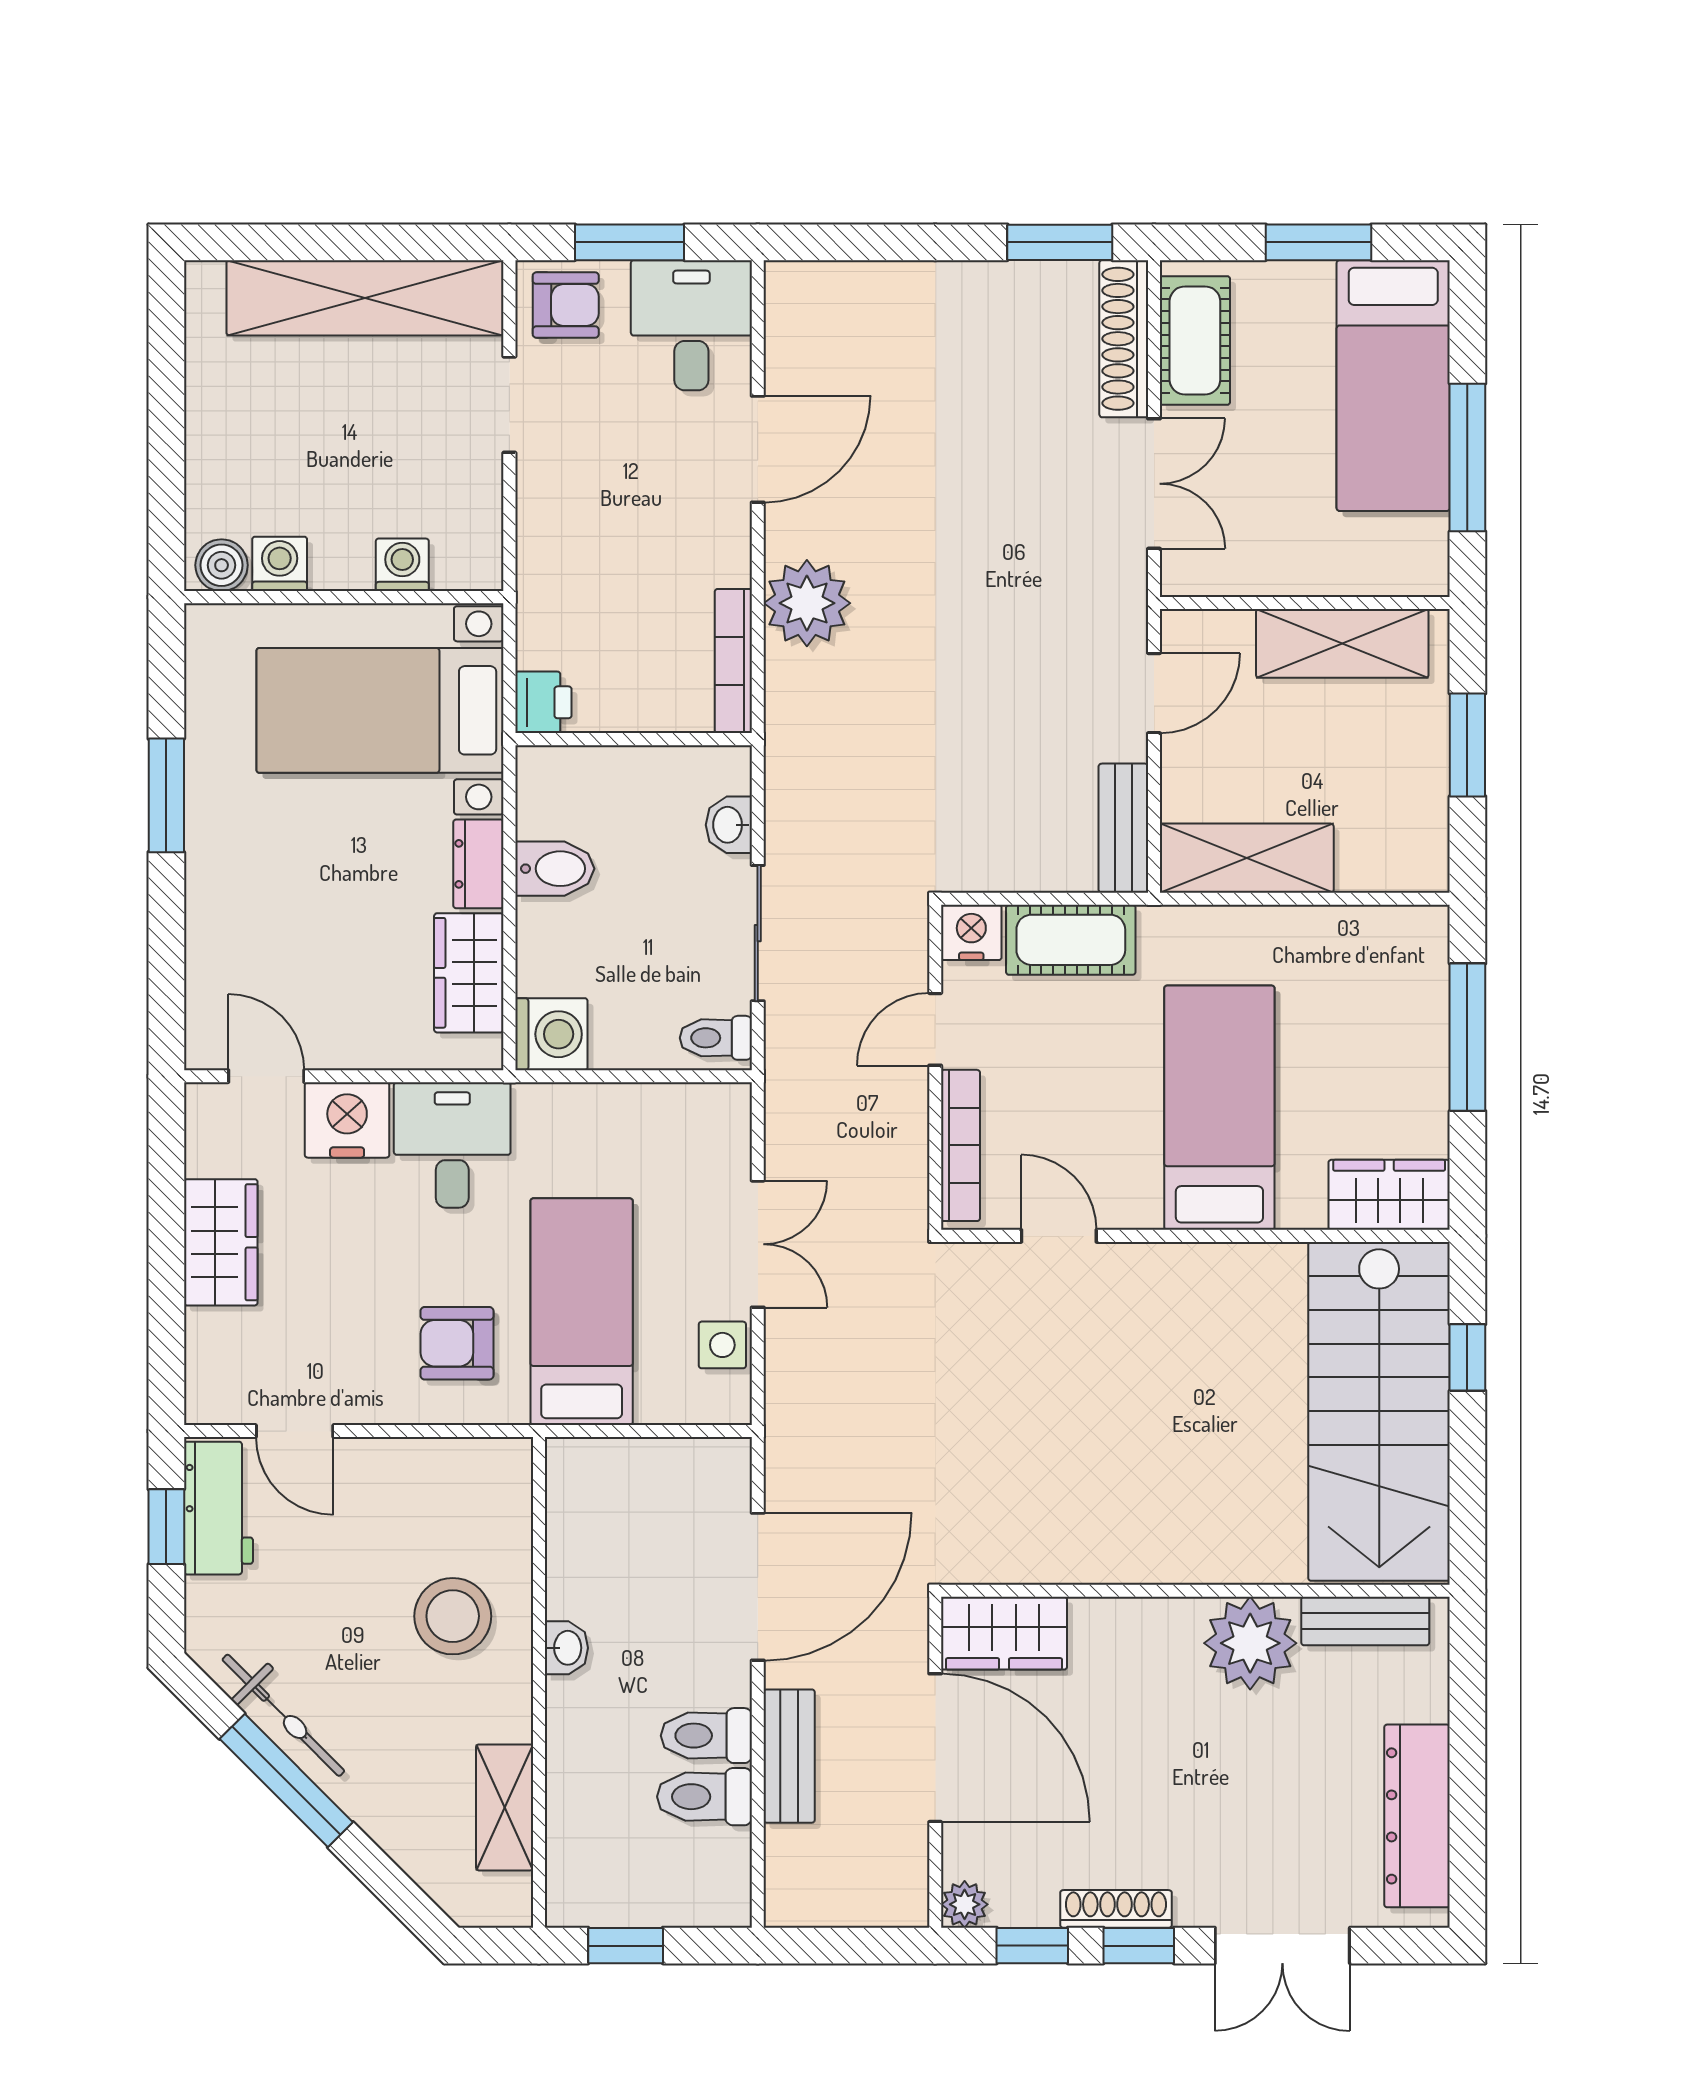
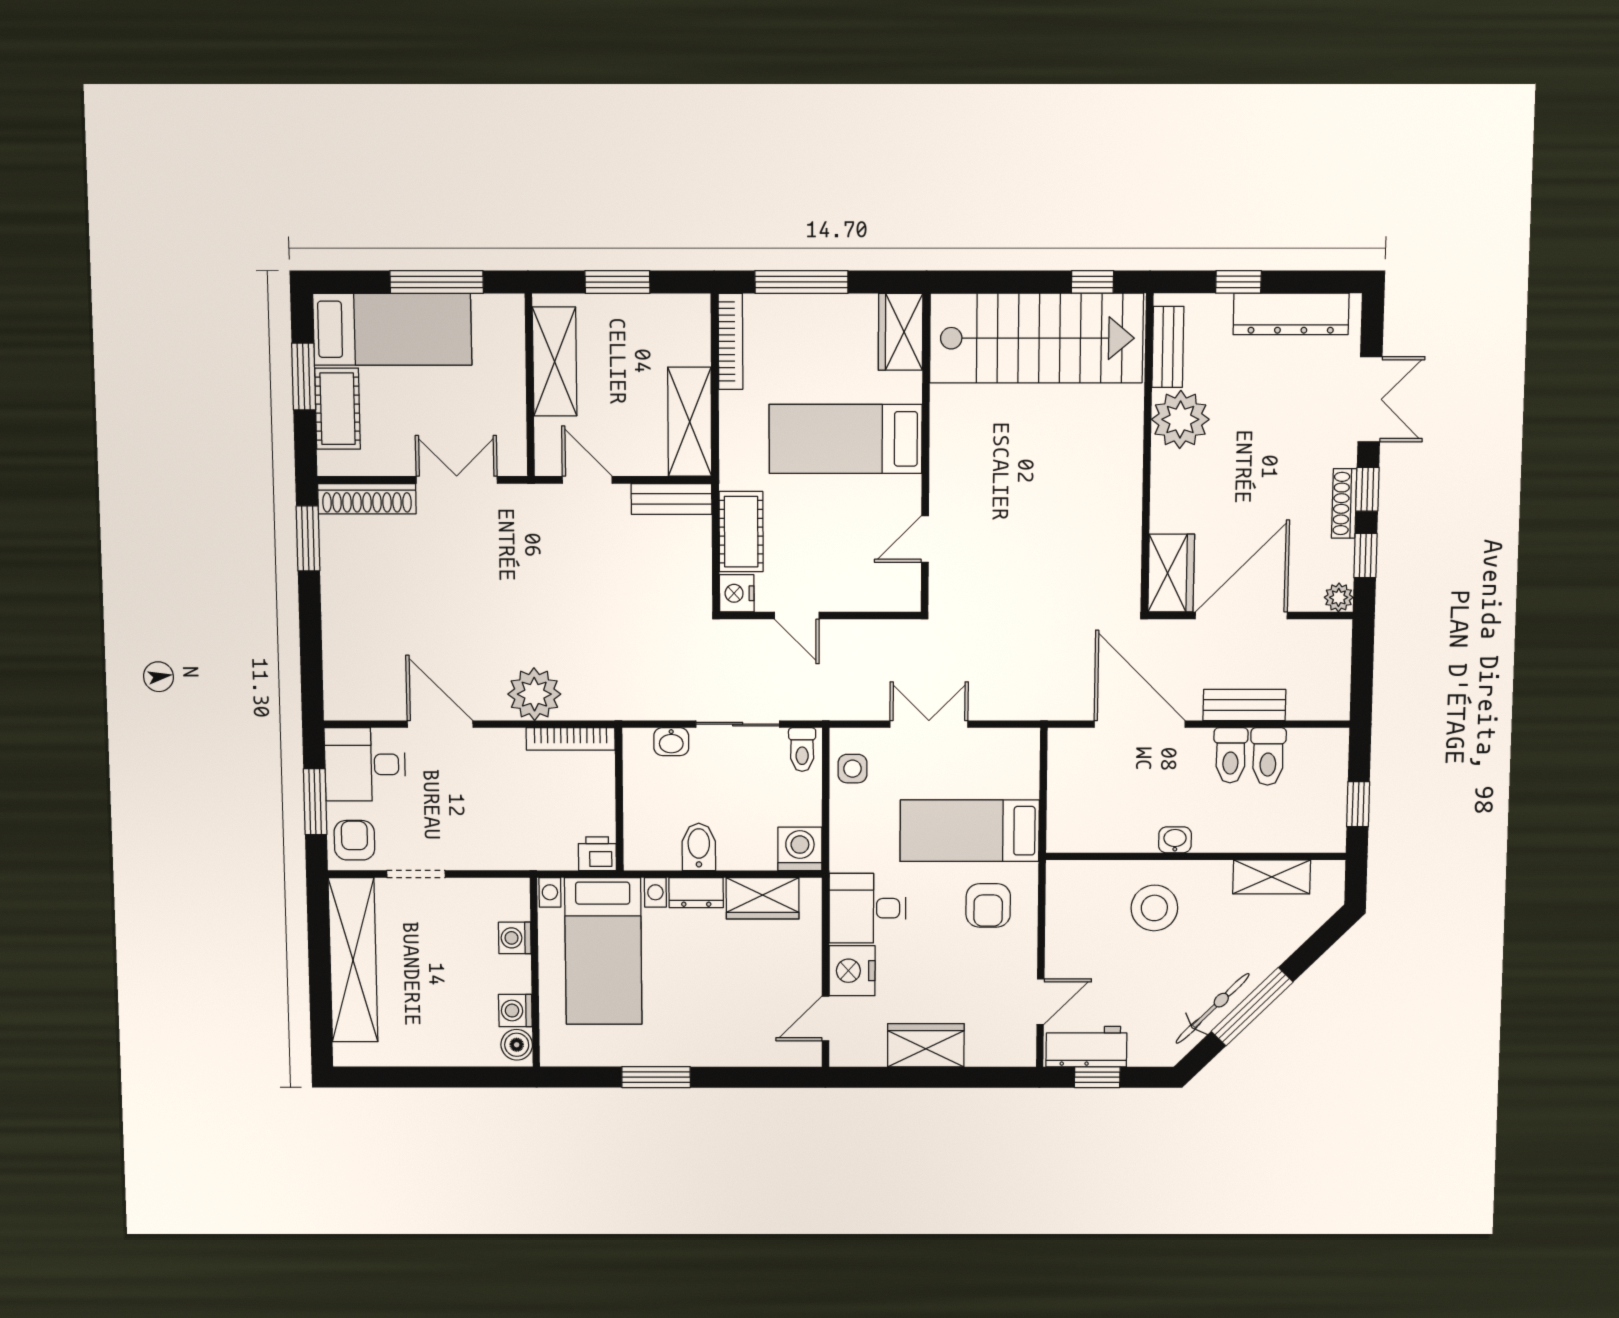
cot: (1195, 340) -> (337, 409), moved, turned 90
bookcase: (960, 1145) -> (730, 341), moved, turned 90
side table: (722, 1345) -> (852, 769), moved
window: (1467, 1357) -> (1092, 282), moved
window: (1467, 1731) -> (1238, 282), added

